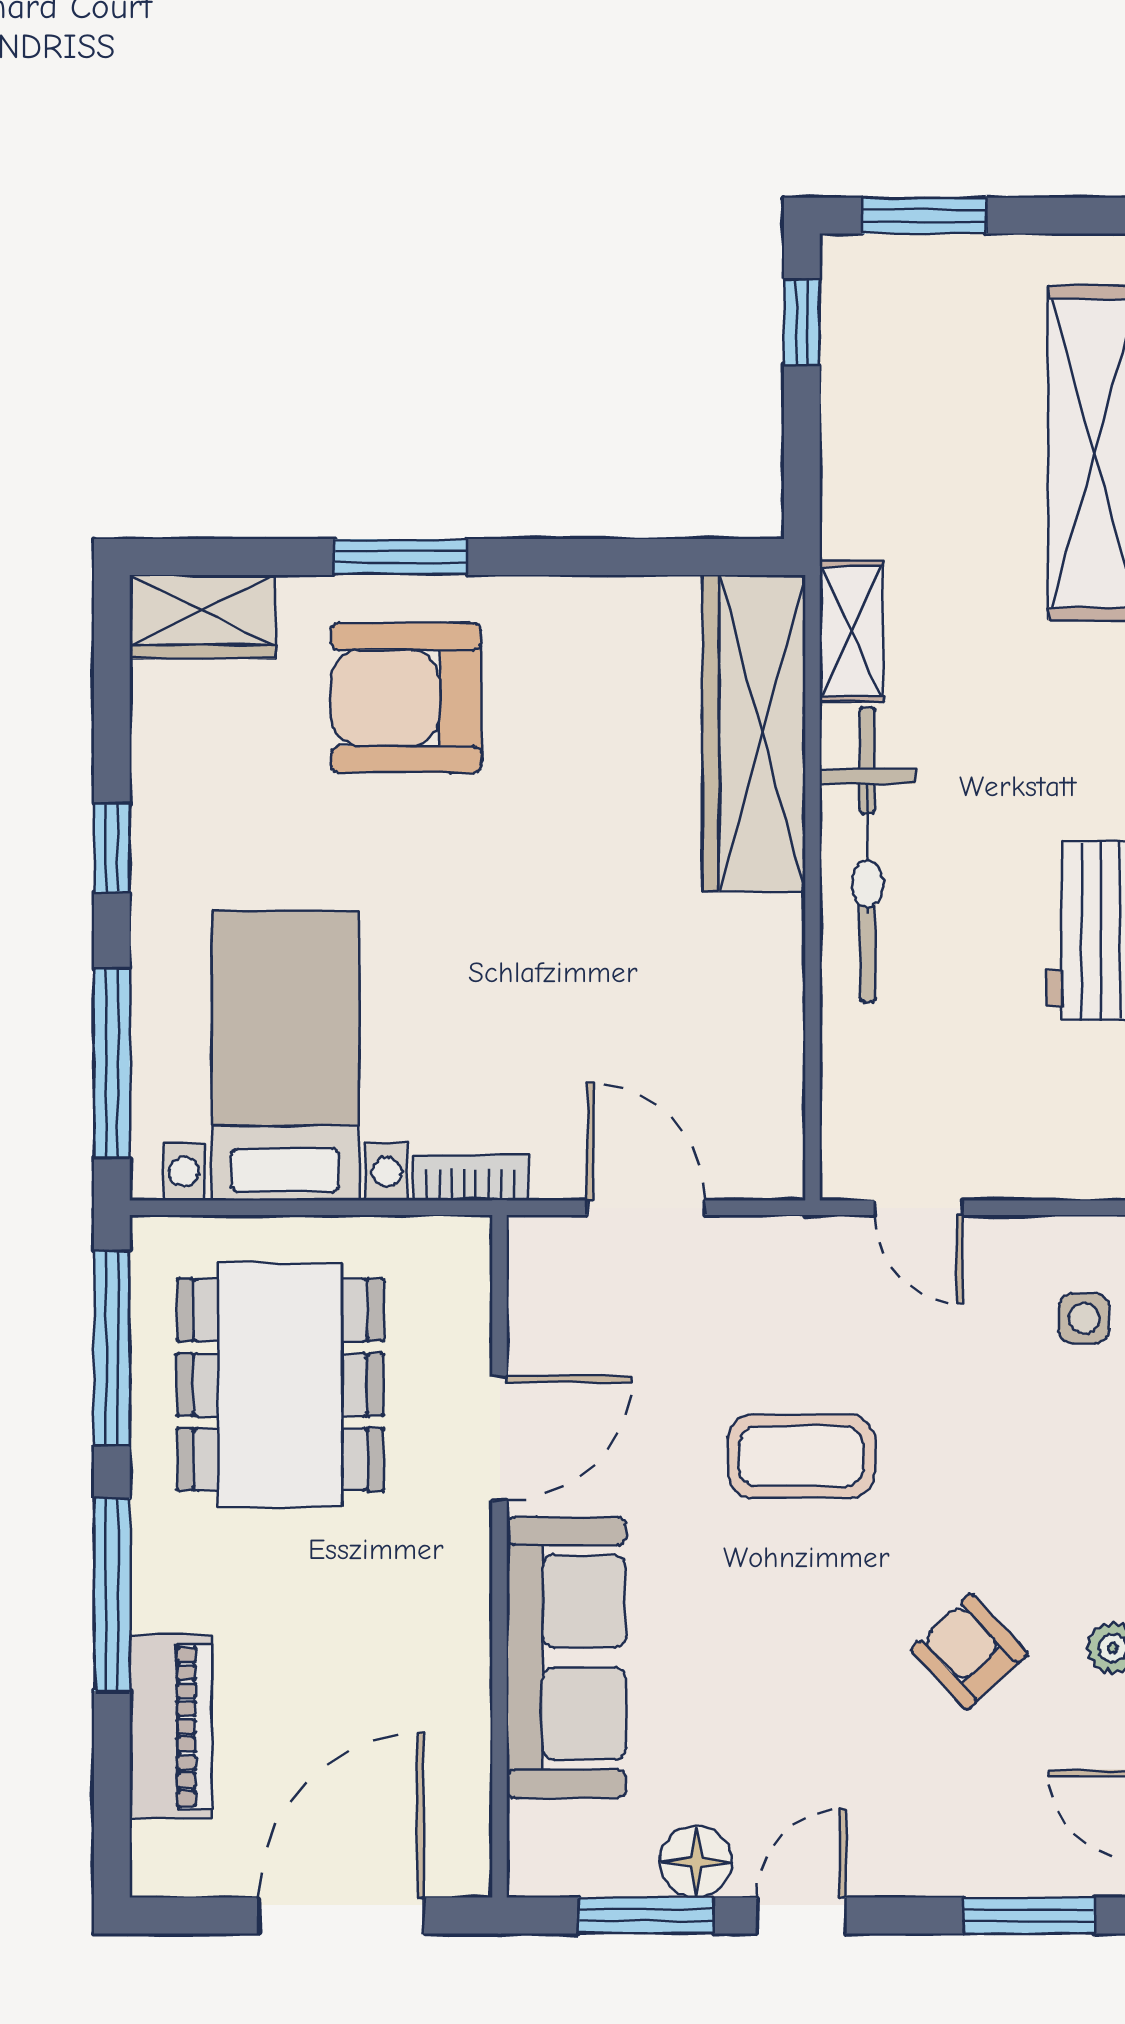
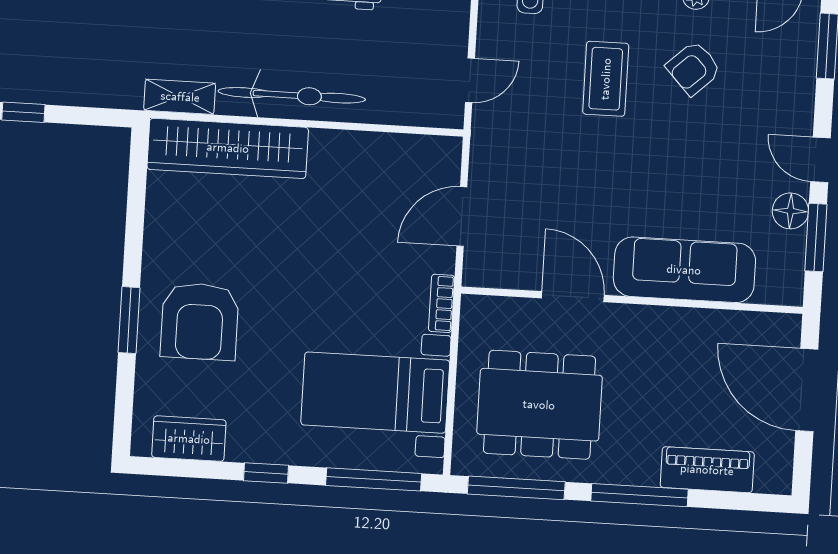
wardrobe: (203, 617) -> (189, 439), moved, turned -90
coffee table: (801, 1456) -> (606, 79), moved

